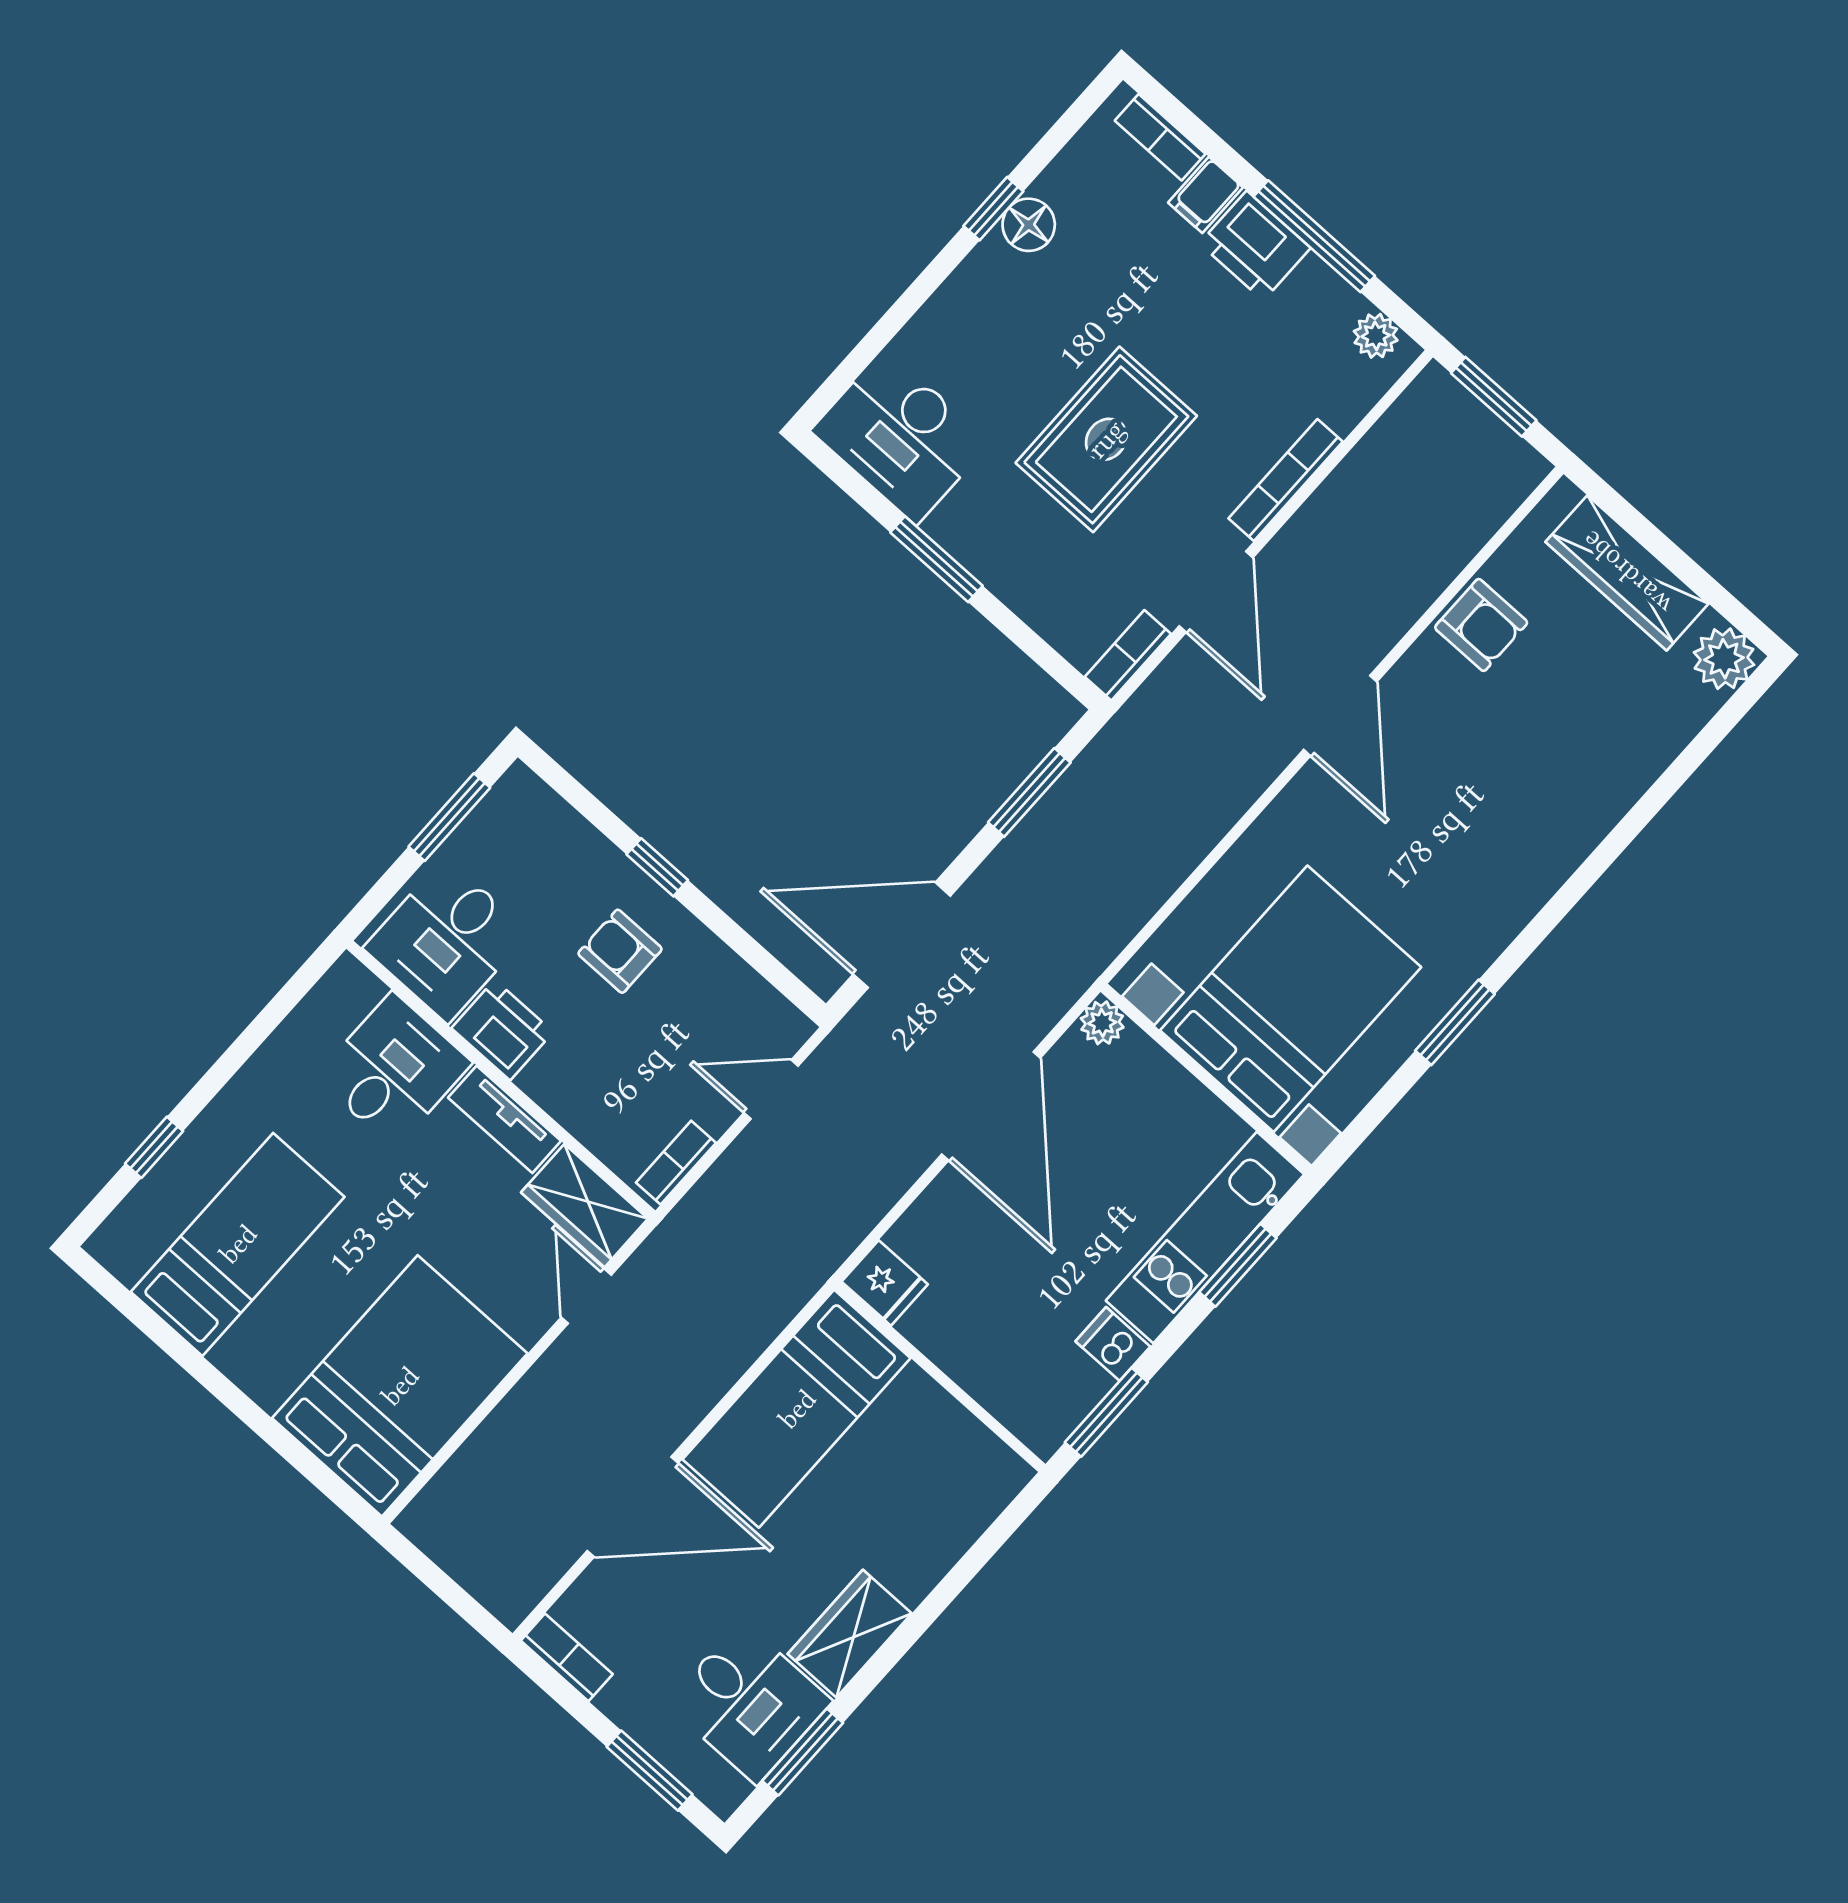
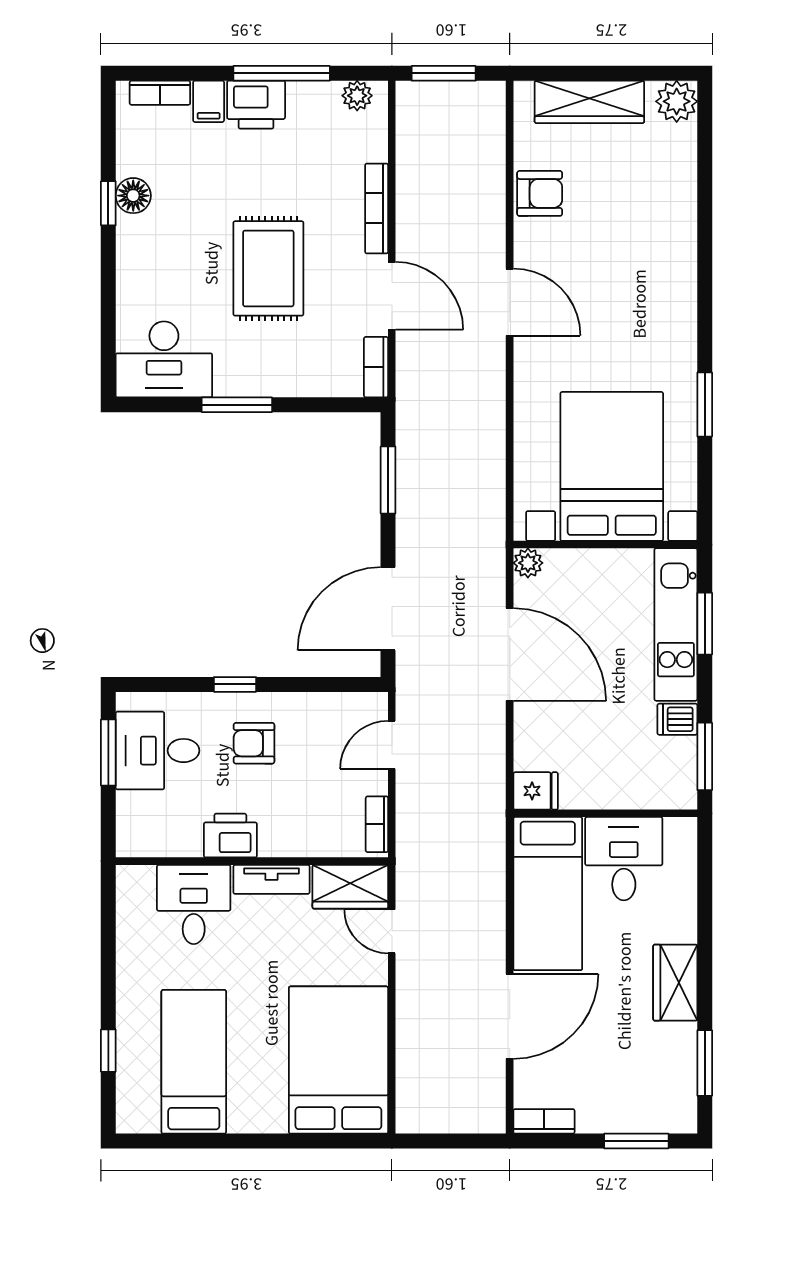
desk: (446, 940) -> (158, 751), moved, turned 90
desk: (749, 1702) -> (624, 859), moved, turned -90

